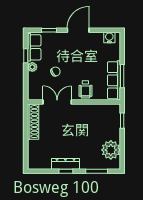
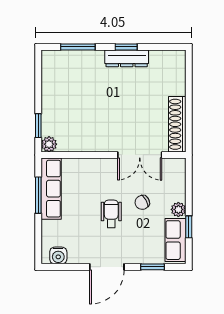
wheelchair: (85, 89) -> (111, 214), moved
plant: (111, 150) -> (49, 144), moved, width x0.53, depth x0.53

